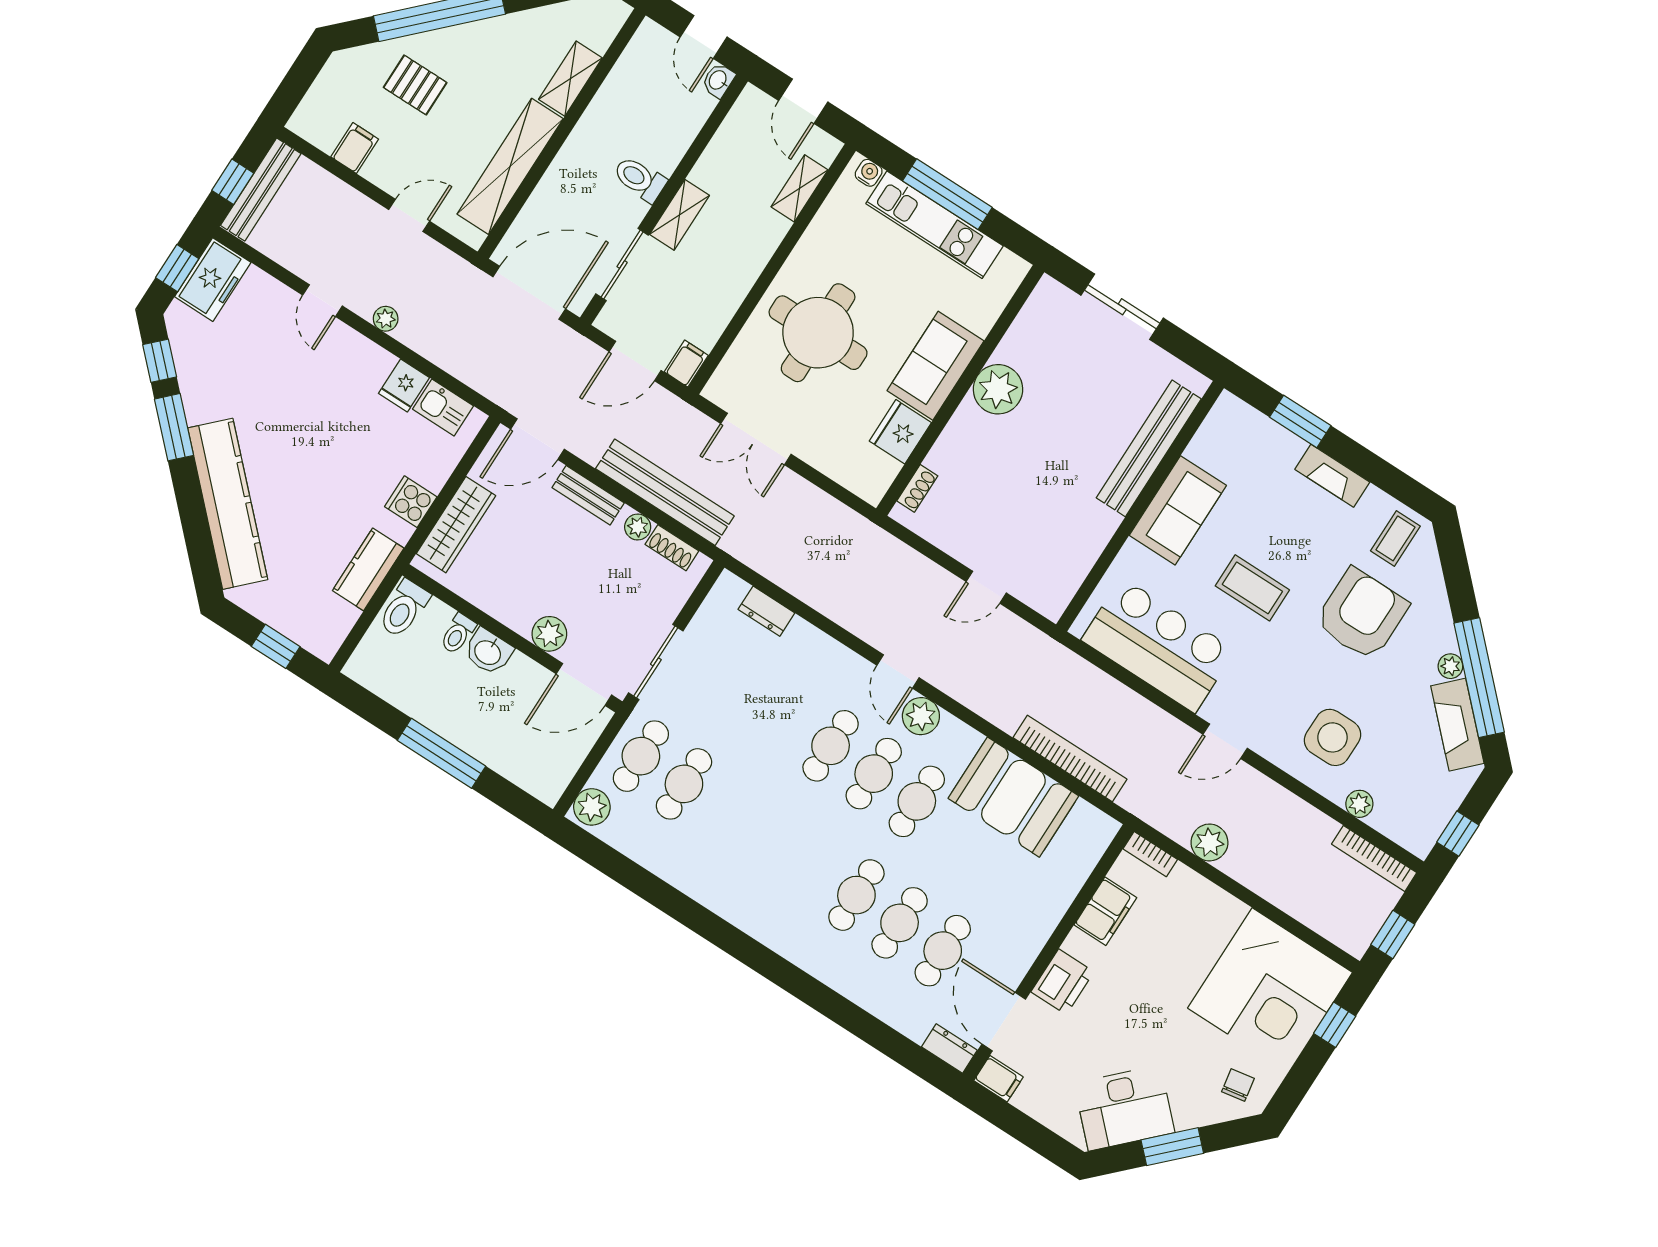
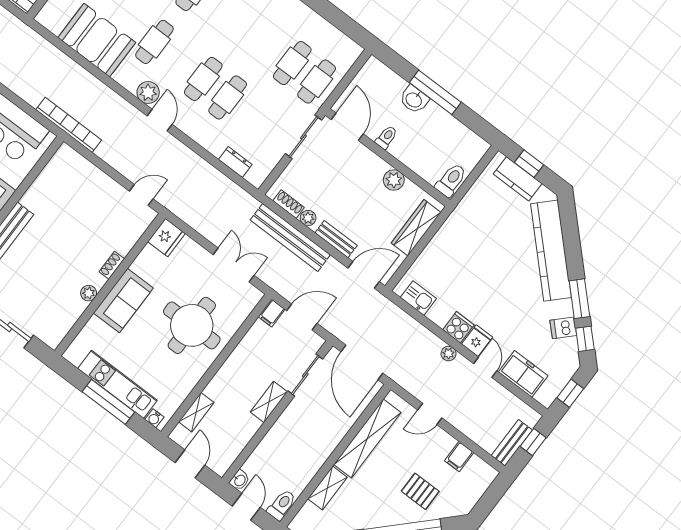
toilet: (640, 179) -> (282, 505), moved, turned -90
bench: (261, 190) -> (512, 443), width x0.73
freezer: (213, 280) -> (523, 374), moved, turned 90
door: (529, 293) -> (362, 362), hinge flipped
dishwasher: (197, 376) -> (563, 328), added
fridge: (404, 385) -> (477, 341), moved
plant: (998, 389) -> (89, 293), width x0.53, depth x0.53
fridge: (900, 432) -> (166, 238), moved
shoe rack: (917, 488) -> (112, 265), moved
cooker: (411, 502) -> (458, 327), moved, turned -90
kitchen counter: (368, 569) -> (518, 179), moved, turned 90
door: (986, 587) -> (141, 195), moved
toilet: (458, 634) -> (386, 137), moved
plant: (549, 634) -> (394, 180), moved
washbasin: (488, 652) -> (414, 100), moved, turned 180
door: (584, 684) -> (347, 127), hinge flipped
bookcase: (1070, 758) -> (69, 125), moved, turned 180
cafe table: (874, 774) -> (228, 97), moved
plant: (592, 807) -> (348, 54), removed

